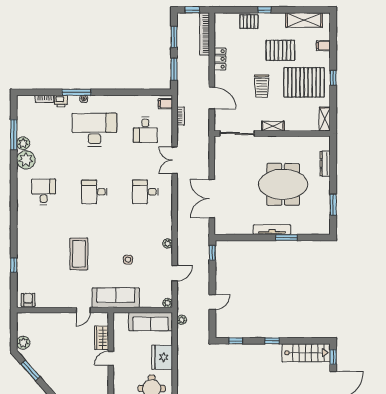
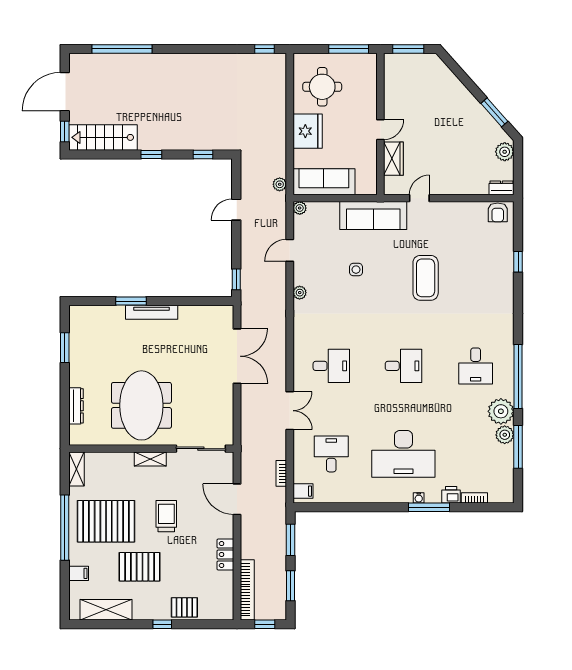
window: (333, 78) -> (65, 528), width x3.17
window: (14, 184) -> (518, 376), added
meeting table: (283, 184) -> (141, 405), moved, turned 90
dresser: (25, 317) -> (501, 188), added

